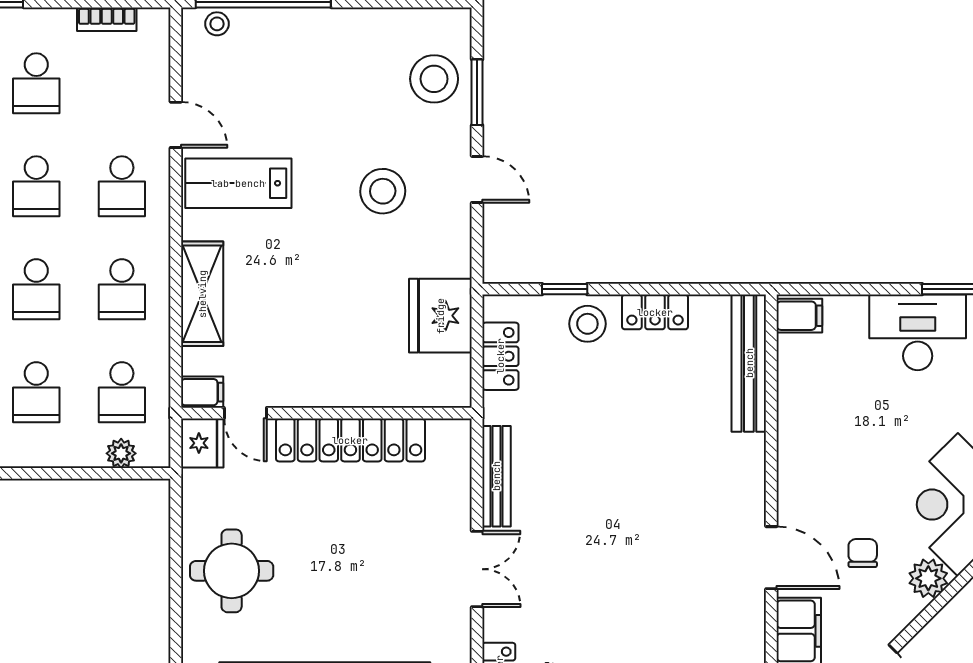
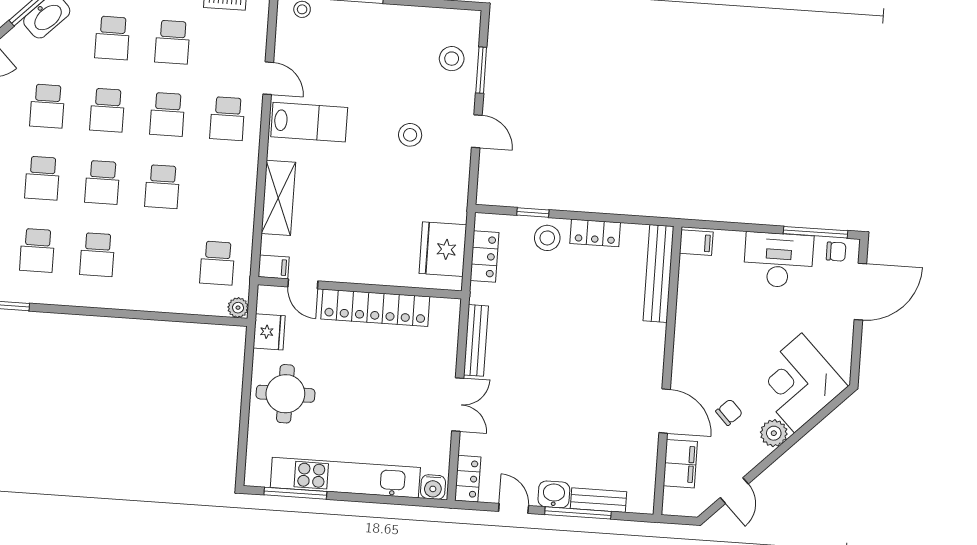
stool: (434, 79) -> (452, 59), width x0.73, depth x0.73
lab bench: (238, 183) -> (309, 122), turned 180
stool: (383, 191) -> (410, 135), width x0.73, depth x0.73
school desk: (122, 289) -> (222, 191), removed
fridge: (440, 316) -> (443, 249), moved
school desk: (36, 392) -> (157, 259), removed
fridge: (202, 443) -> (269, 332), moved
plant: (121, 453) -> (238, 308), moved
chair: (863, 553) -> (729, 412), turned 46

